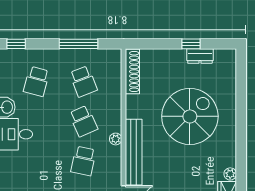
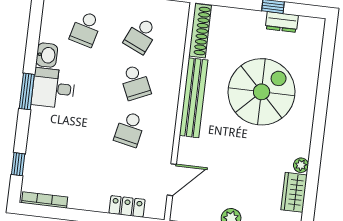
school desk: (83, 81) -> (141, 36), turned 45
plant: (116, 139) -> (171, 108), removed
bench: (134, 152) -> (194, 98), moved

